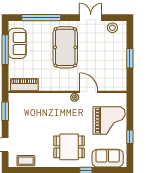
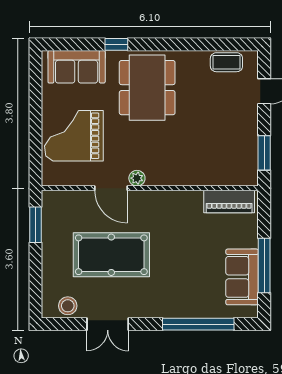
pool table: (65, 47) -> (111, 255), moved, turned 90
window: (130, 58) -> (36, 225), moved
window: (130, 137) -> (36, 106), removed
dining table: (69, 147) -> (147, 88), width x1.38

